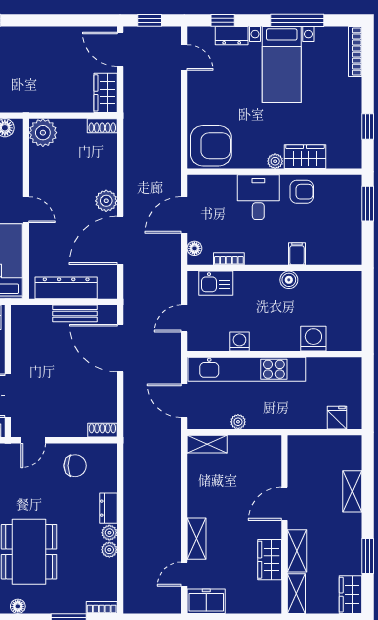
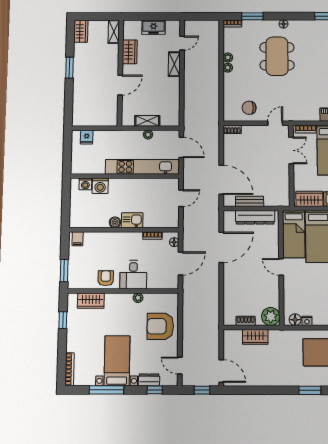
wardrobe: (106, 93) -> (255, 337), moved, turned 90
shoe rack: (102, 126) -> (246, 321), moved
armchair: (211, 146) -> (160, 326), moved
wardrobe: (305, 157) -> (91, 301), moved
plant: (275, 161) -> (138, 298), moved
armchair: (302, 192) -> (106, 278), turned 90
plant: (106, 201) -> (230, 273), removed
filing cabinet: (297, 254) -> (78, 239), moved
kitchen sink: (216, 283) -> (132, 220), moved
washing machine: (239, 341) -> (85, 184), moved
shelving: (207, 444) -> (147, 121), moved
shelving: (352, 491) -> (78, 93), removed
dresser: (108, 508) -> (228, 82), removed
shelving: (297, 551) -> (113, 57), removed
window: (368, 556) -> (70, 68), moved
freezer: (206, 601) -> (154, 27), moved

